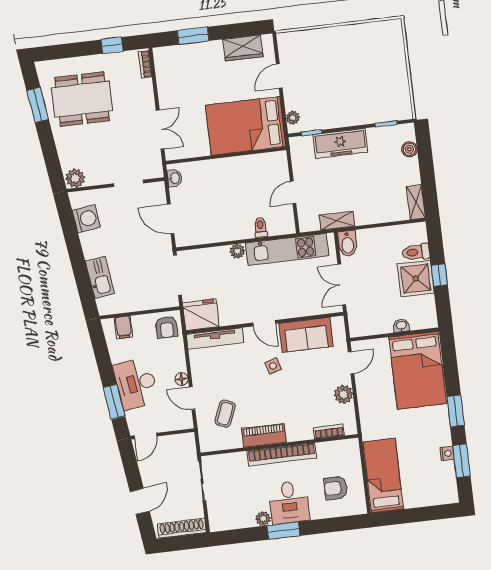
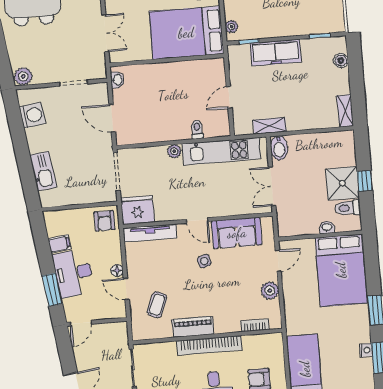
toilet: (416, 252) -> (348, 208), moved
filing cabinet: (123, 327) -> (59, 244), moved, turned -98

